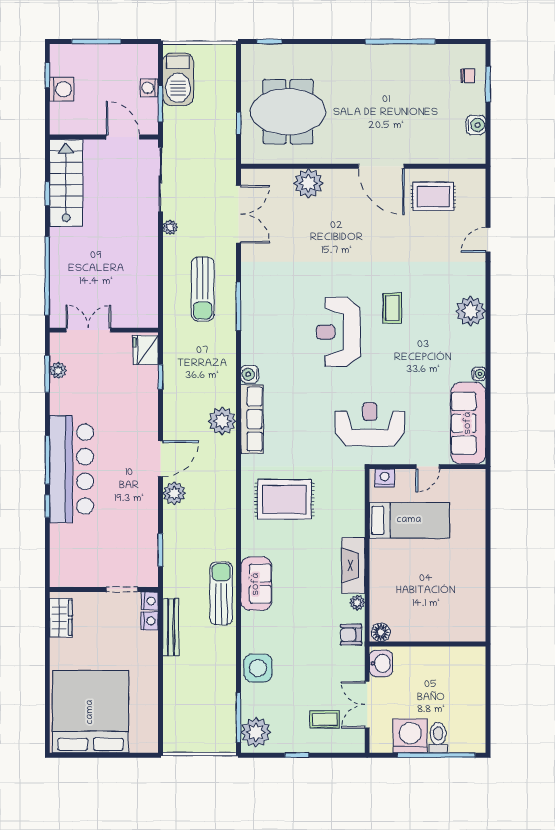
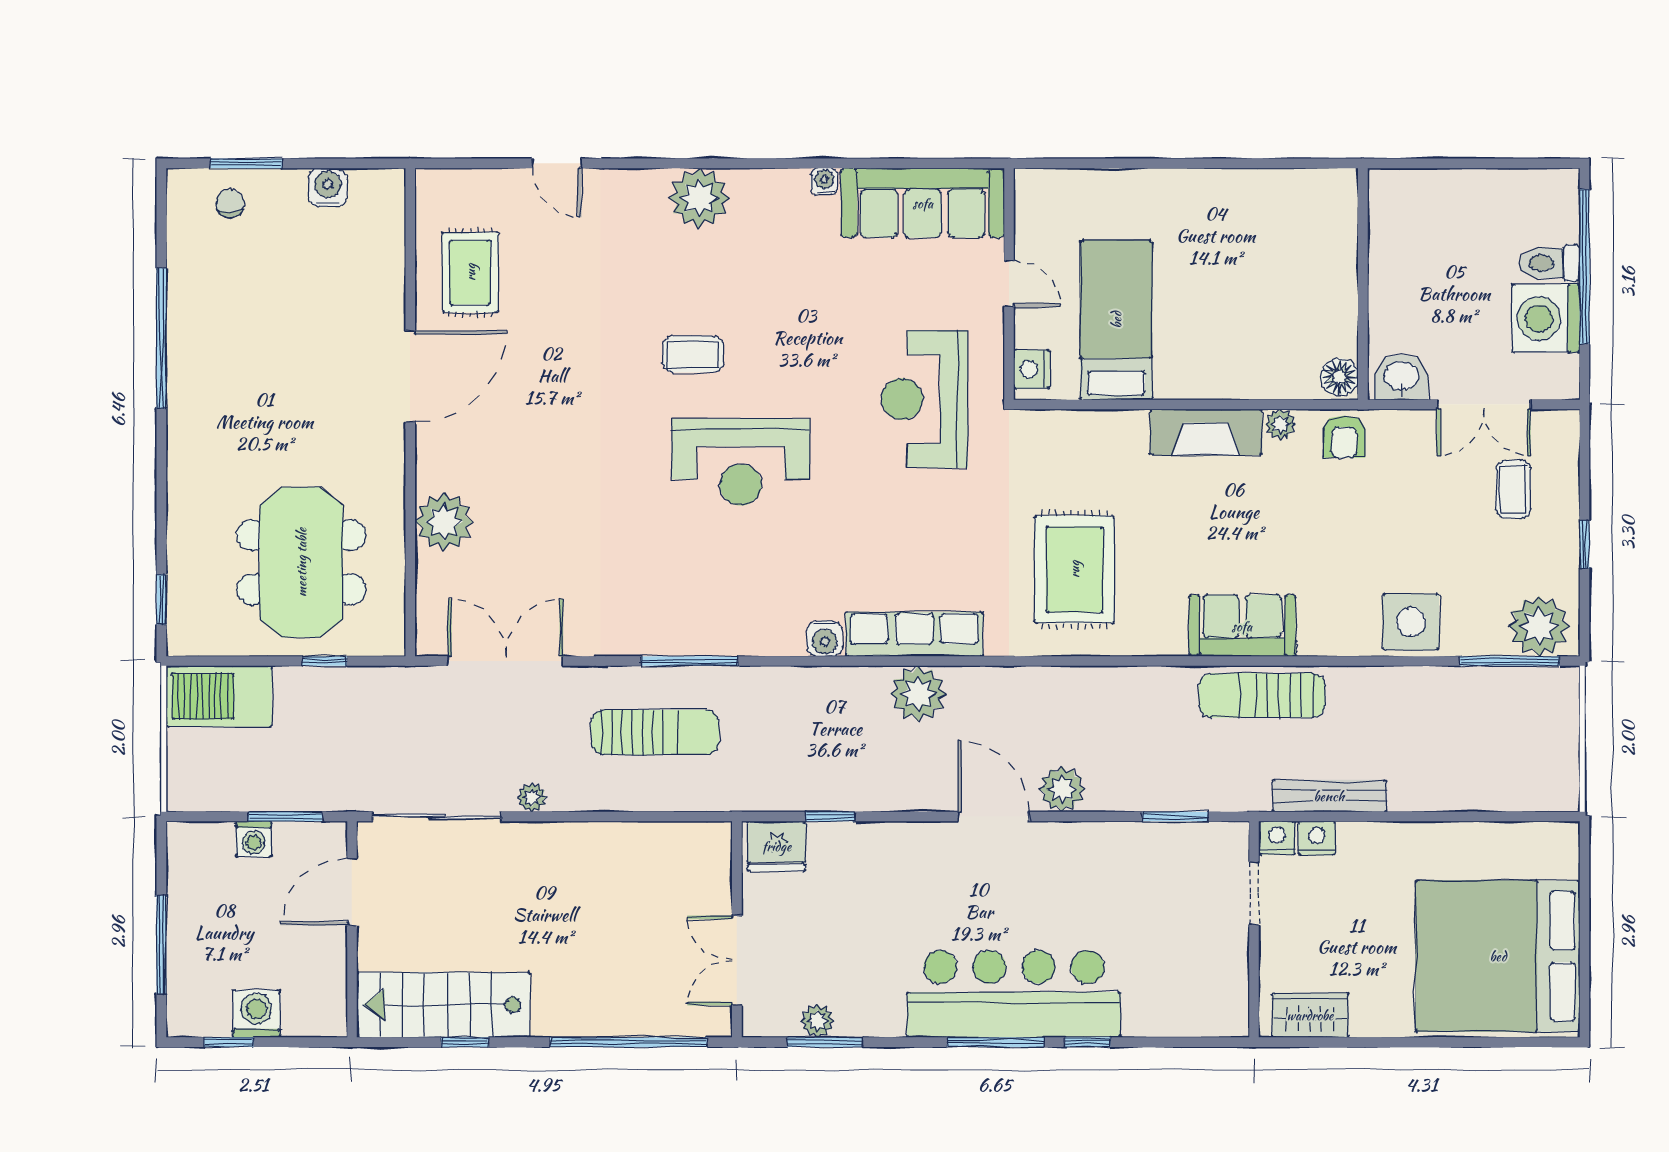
barbecue: (178, 79) -> (219, 696), moved, turned 180

